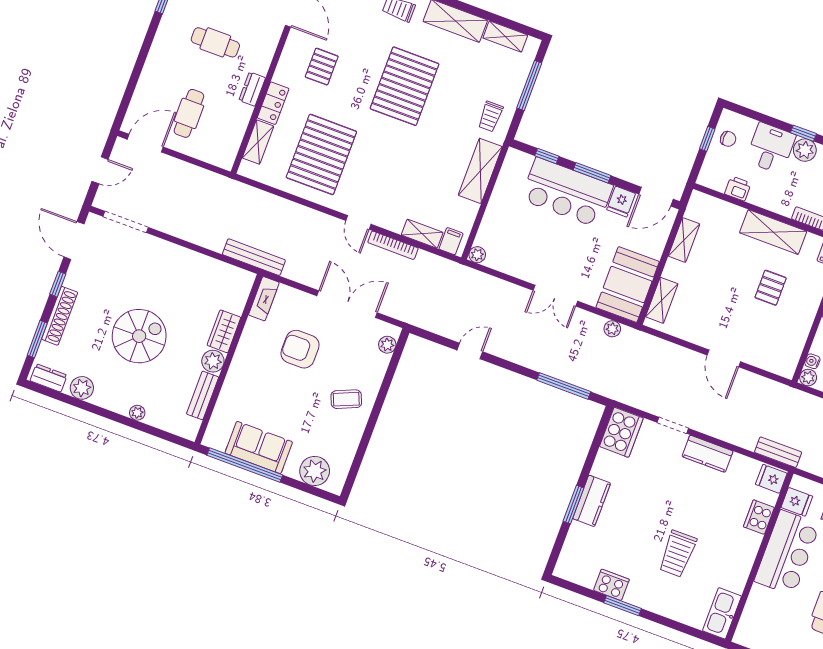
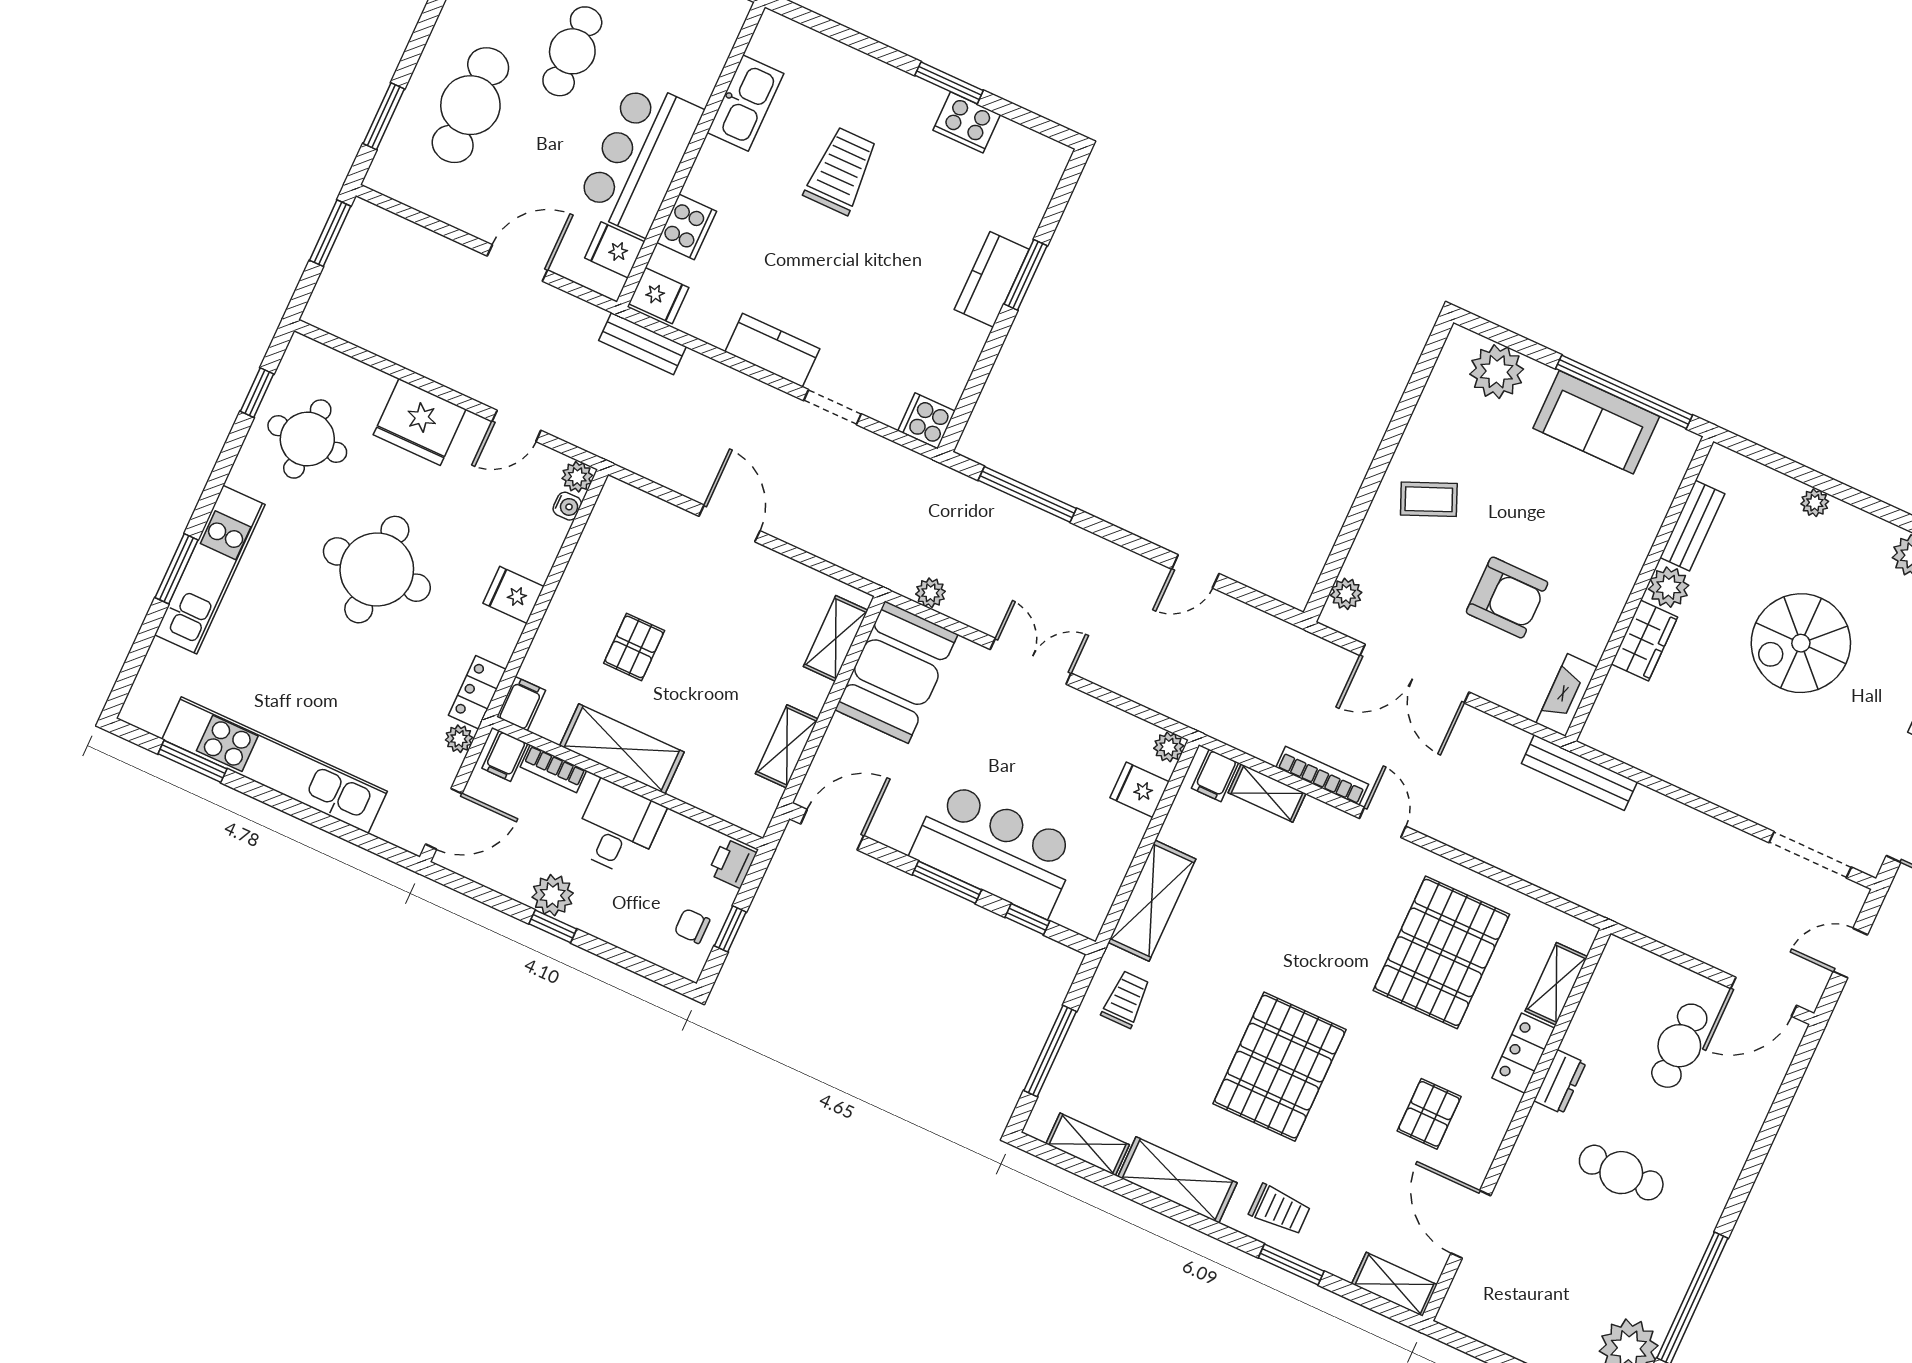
desk: (771, 148) -> (618, 828), moved, turned 180
printer: (738, 189) -> (732, 863), moved, turned 90
fridge: (621, 202) -> (1140, 790), moved, turned -90
cooker: (621, 432) -> (926, 421), width x0.53, depth x0.76
kitchen sink: (722, 613) -> (745, 103), moved

